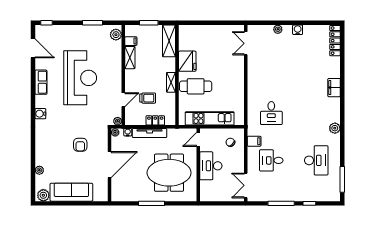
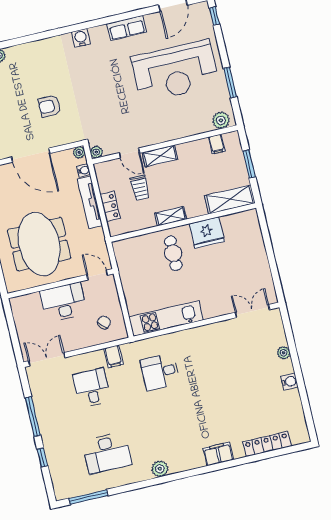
locker: (335, 41) -> (267, 444), moved
shelving: (130, 58) -> (160, 156), moved
reception desk: (80, 78) -> (175, 71), moved
cafe table: (196, 86) -> (173, 253), width x0.73, depth x0.74
kitchen unit: (210, 118) -> (166, 318), moved, turned -90

